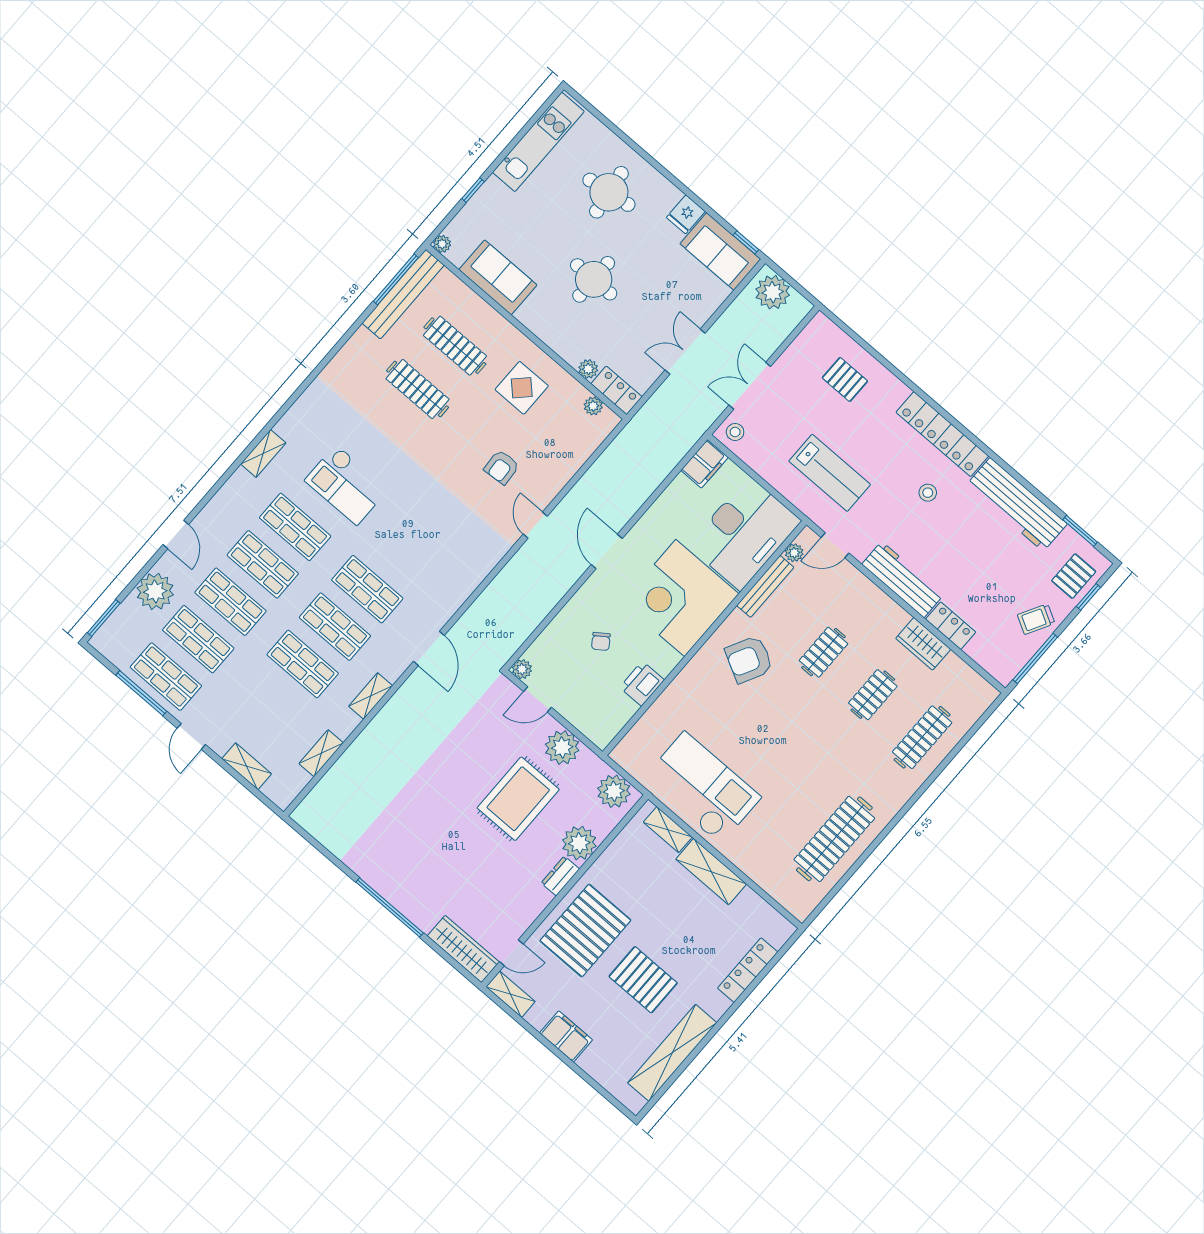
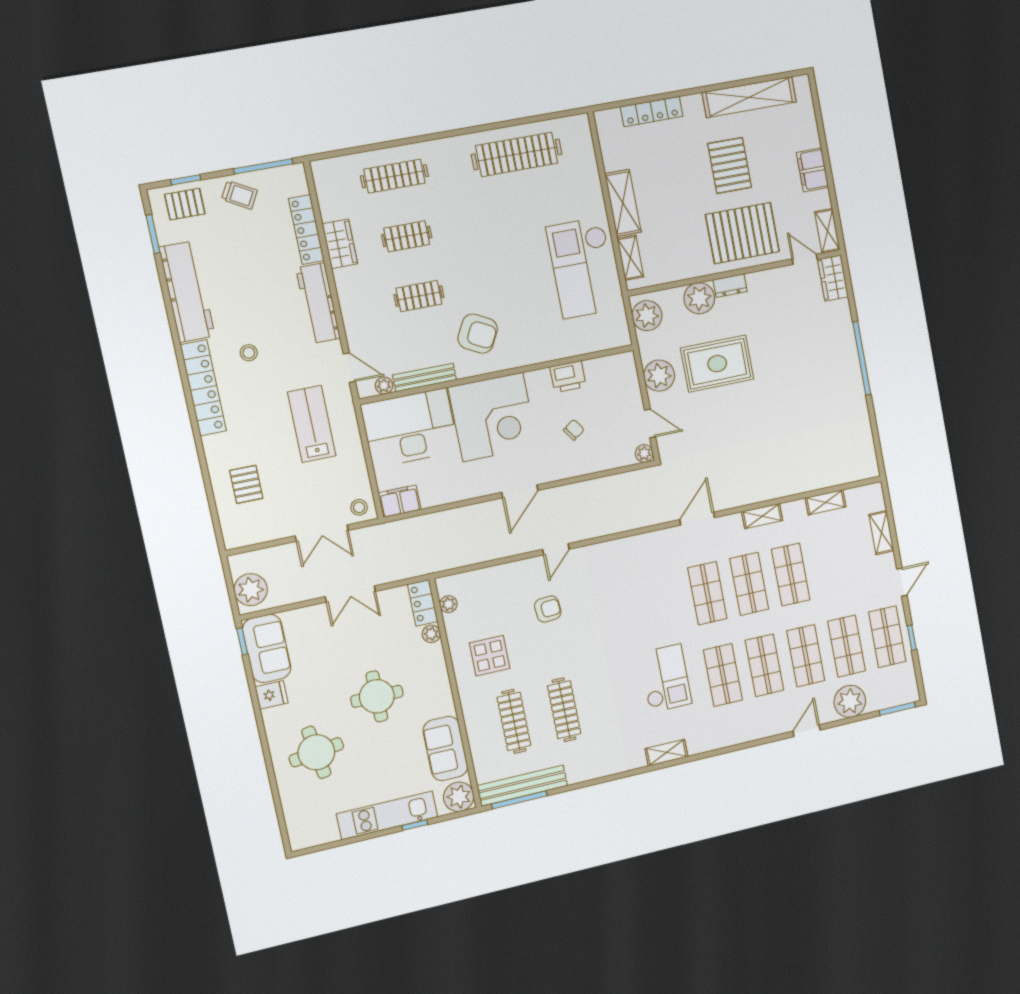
kitchen unit: (538, 142) -> (387, 815), moved
plant: (442, 244) -> (459, 797), width x1.88, depth x1.88
shelving: (263, 453) -> (666, 753), moved
locker: (951, 626) -> (306, 230), width x1.53
window: (141, 693) -> (912, 638), width x0.46
wardrobe: (463, 949) -> (833, 278), width x0.67

